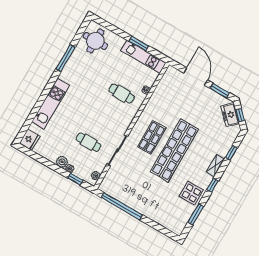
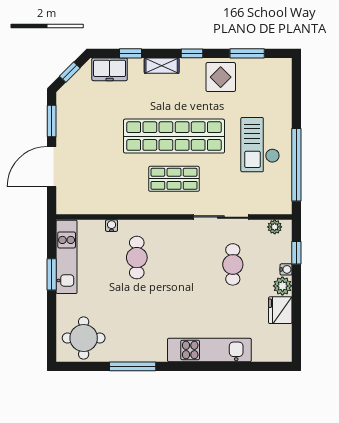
freezer: (230, 115) -> (110, 69), moved, turned 45
fridge: (30, 140) -> (280, 310), moved, turned -90
checkout: (143, 193) -> (260, 145), added

